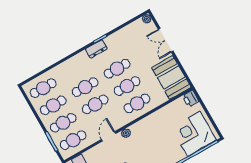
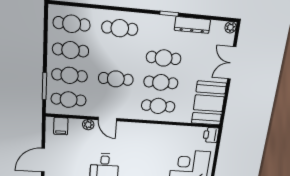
dresser: (96, 49) -> (192, 25), moved, width x1.44
cafe table: (85, 87) -> (120, 28), moved
plant: (126, 133) -> (88, 125), moved
door: (108, 136) -> (107, 119), swing flipped

